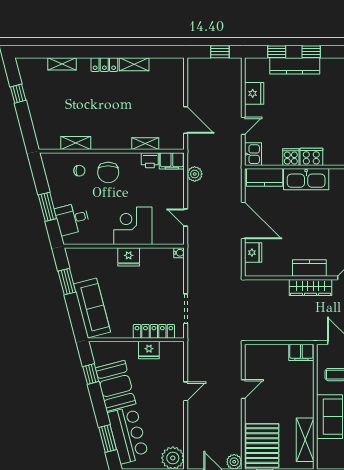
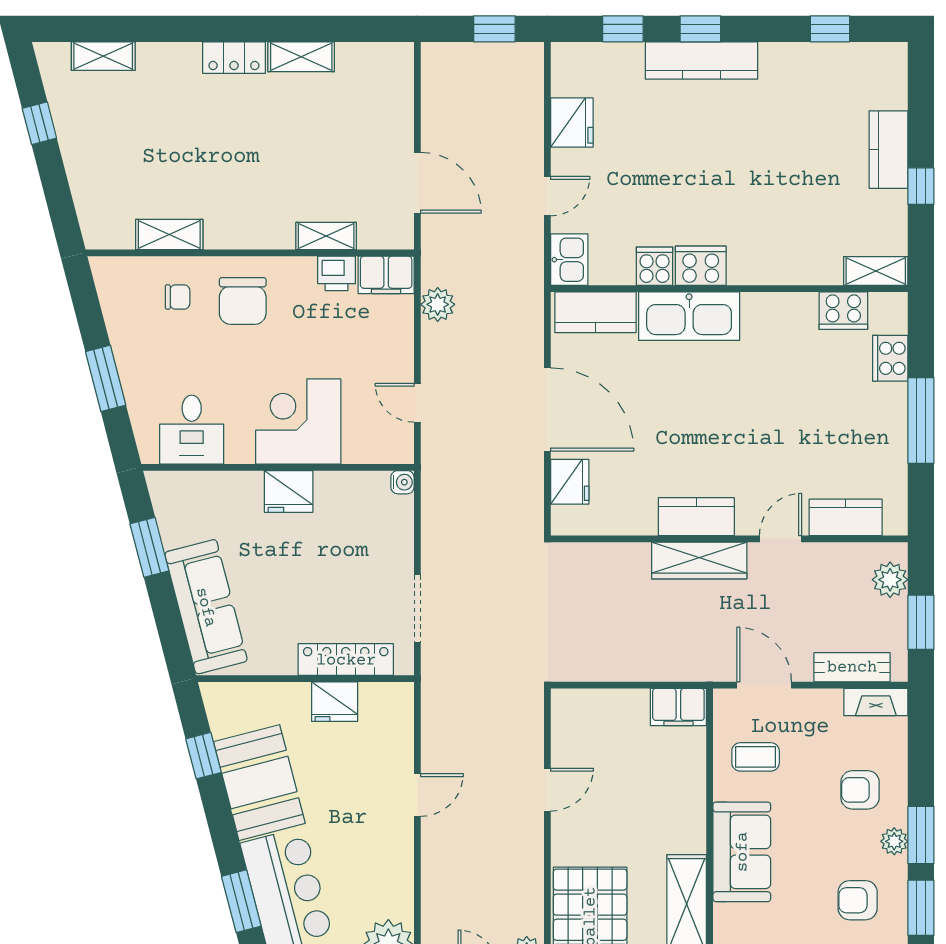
shelving: (62, 64) -> (103, 56), moved
kitchen counter: (295, 66) -> (702, 60), moved
desk: (72, 219) -> (192, 430), moved, turned -75

